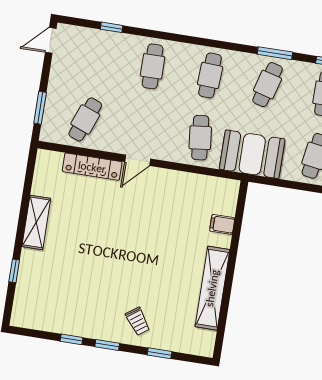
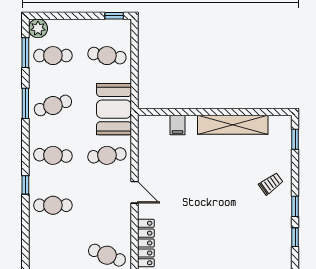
window: (112, 27) -> (25, 185), moved
cafe table: (268, 85) -> (53, 105), turned -33
door: (138, 160) -> (135, 192), moved
window: (160, 353) -> (295, 139), moved

